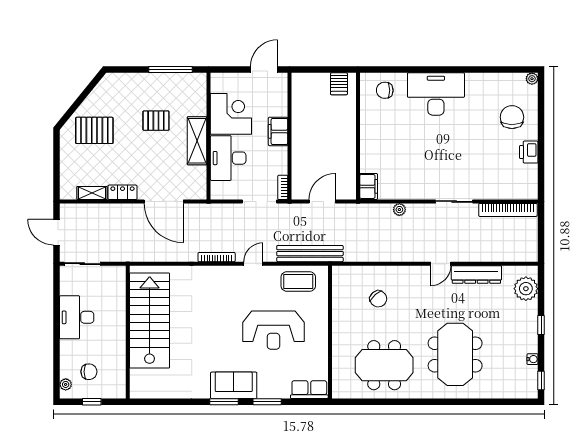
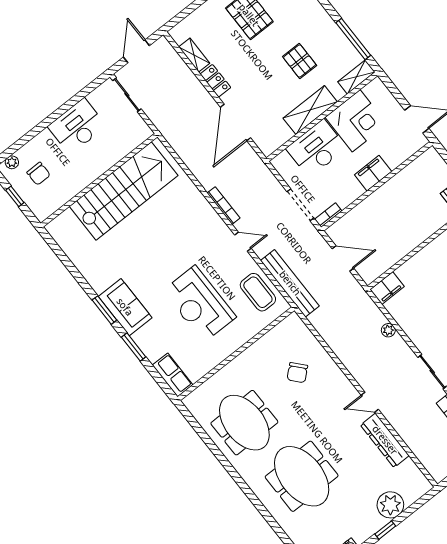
shelving: (199, 89) -> (356, 77), added
plant: (526, 289) -> (390, 505), moved
meeting table: (455, 354) -> (302, 476), turned 90

